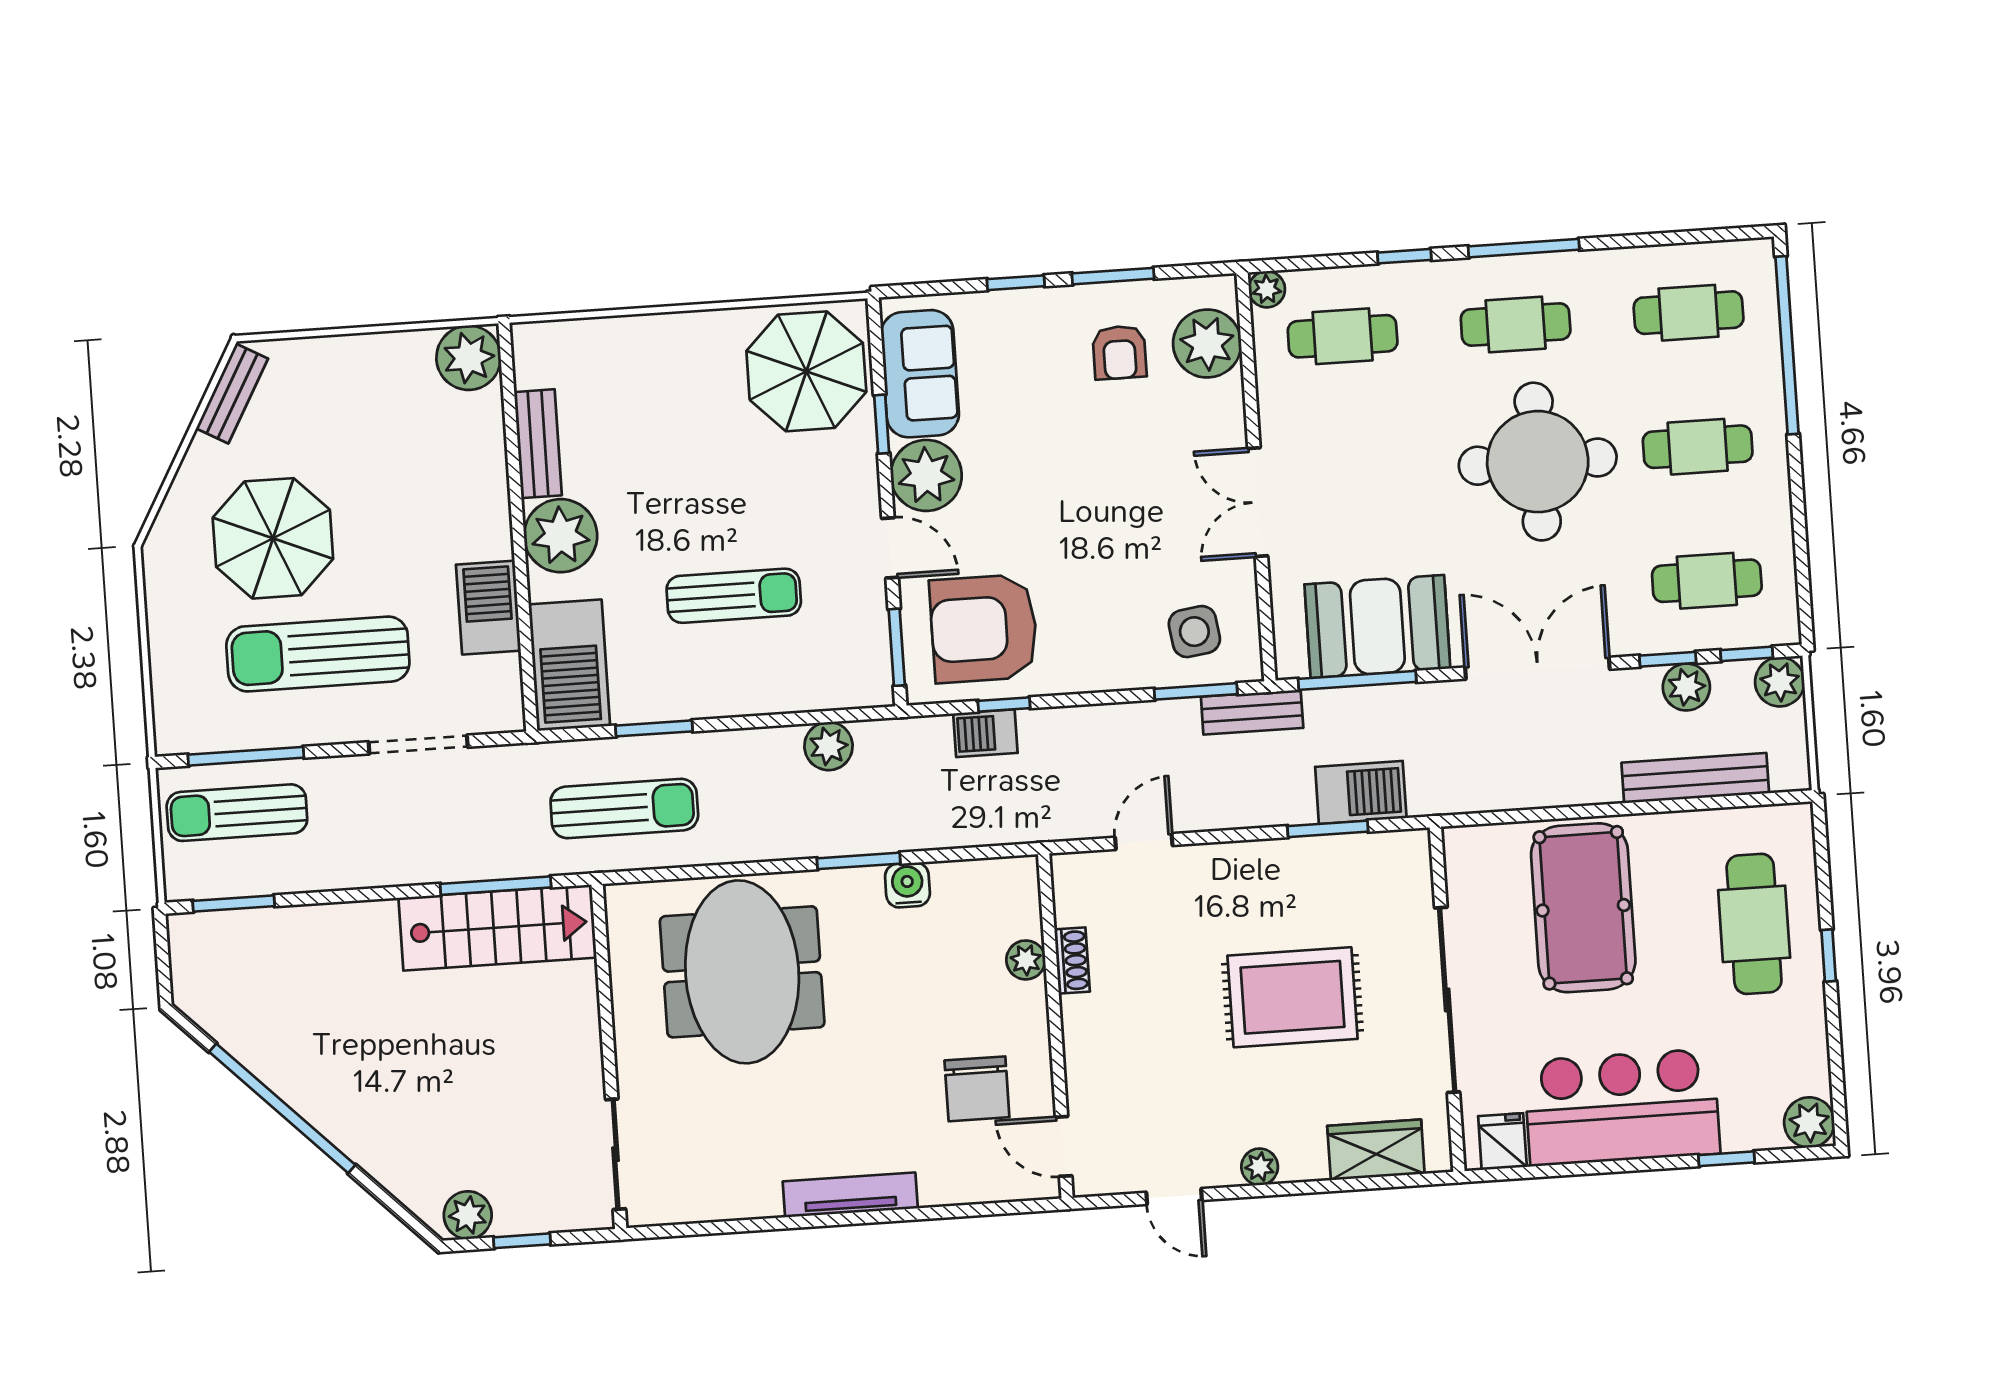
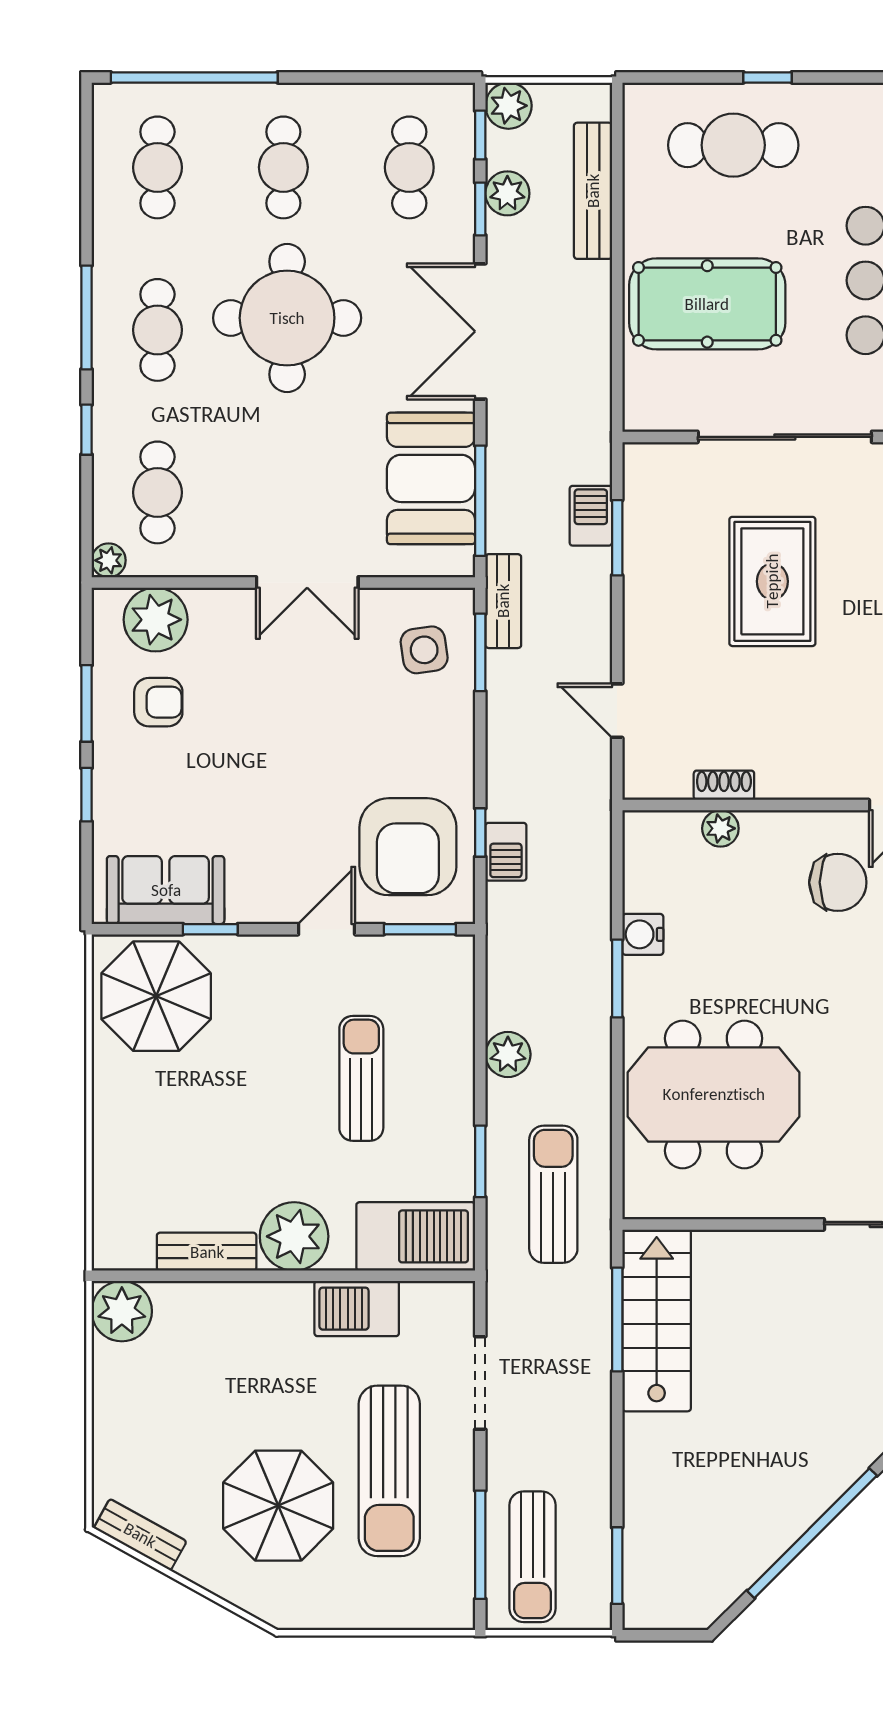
plant: (926, 475) -> (261, 891), removed
plant: (828, 746) -> (508, 1054), moved
barbecue: (1361, 792) -> (591, 516), width x0.73, depth x0.79

